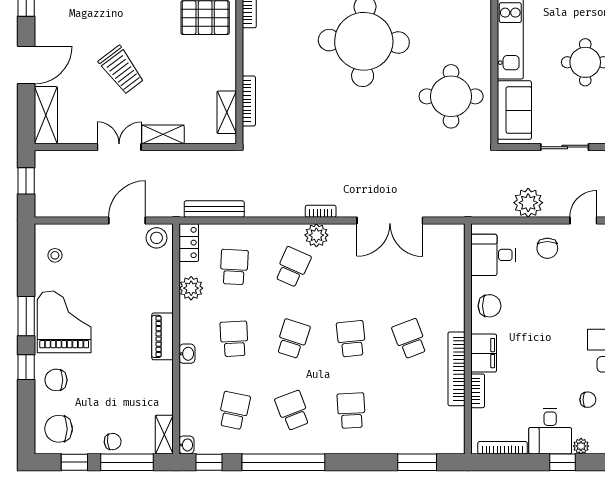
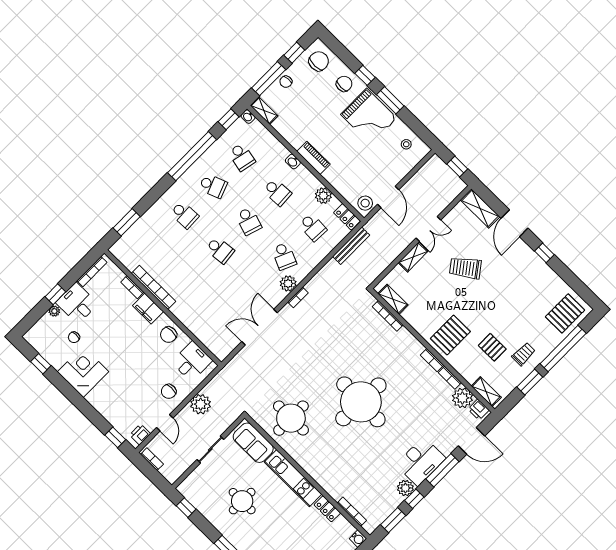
chair: (547, 248) -> (169, 391), turned -90
school desk: (410, 339) -> (191, 279), removed

